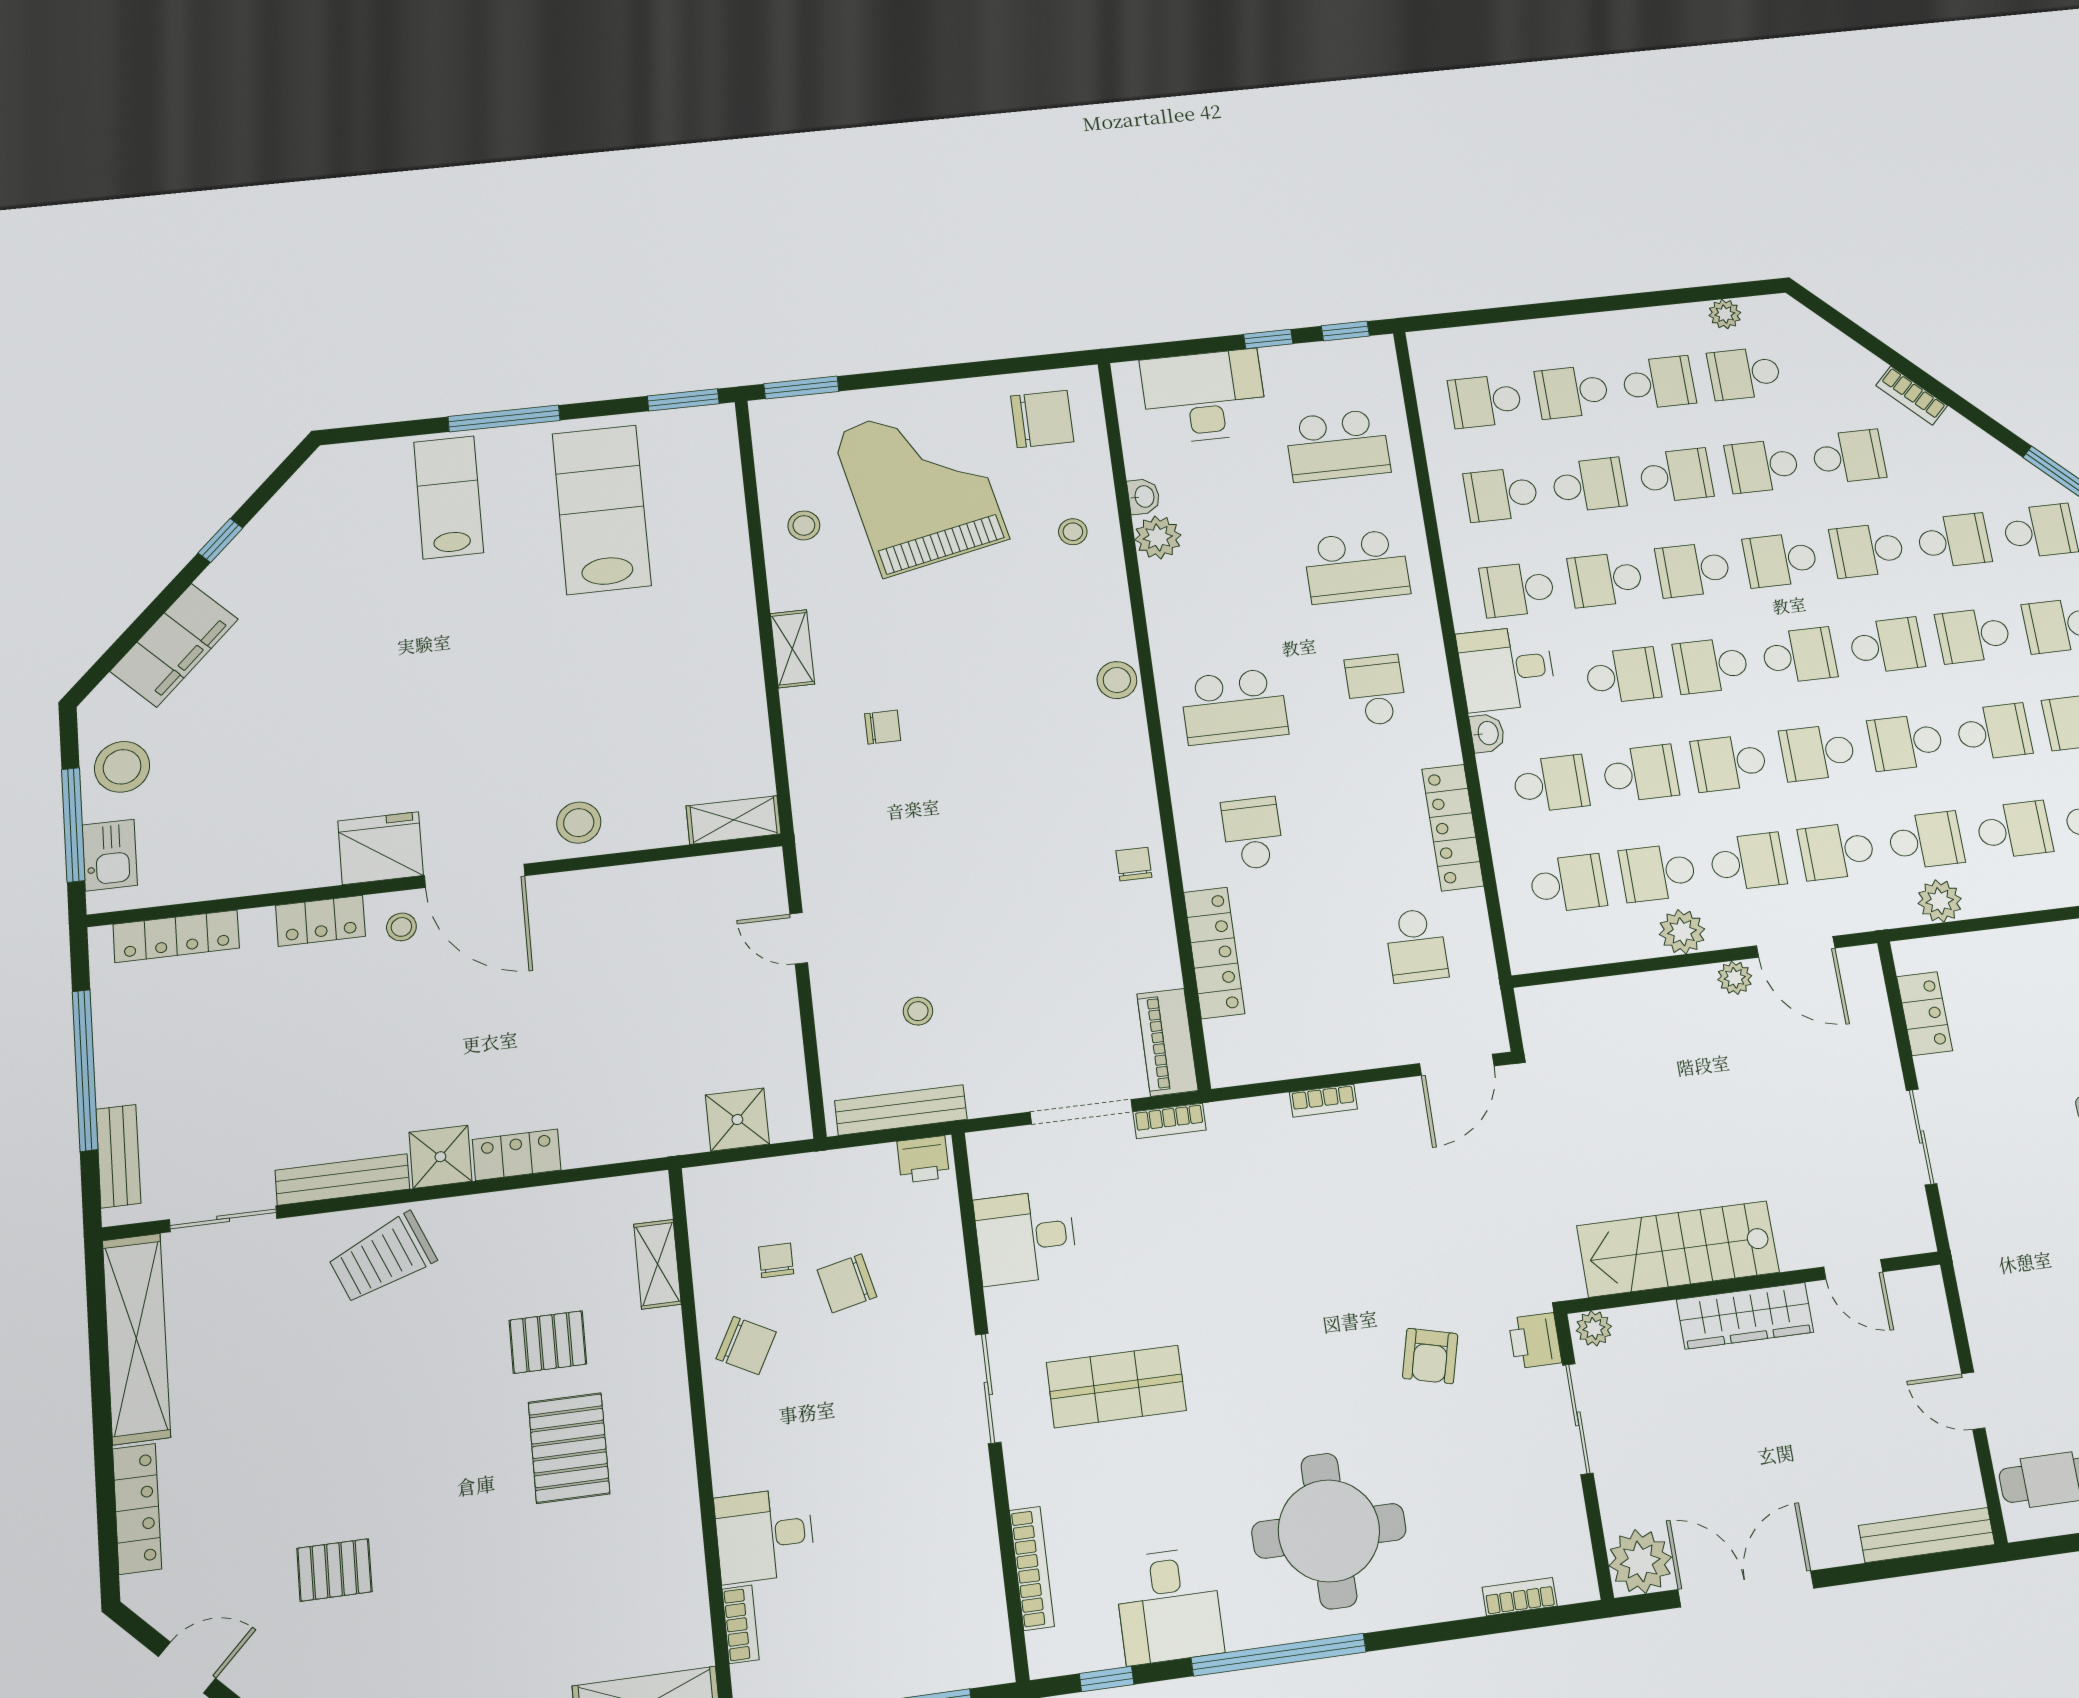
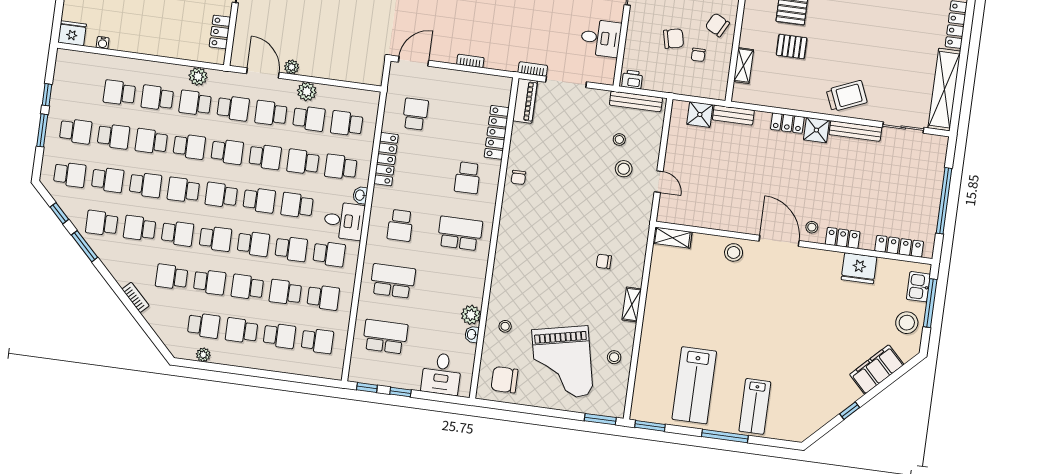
desk: (1204, 396) -> (441, 374), width x0.73
stool: (1117, 680) -> (624, 169), moved
fridge: (380, 848) -> (859, 268), moved
bench: (118, 1156) -> (733, 115), moved, turned 90

